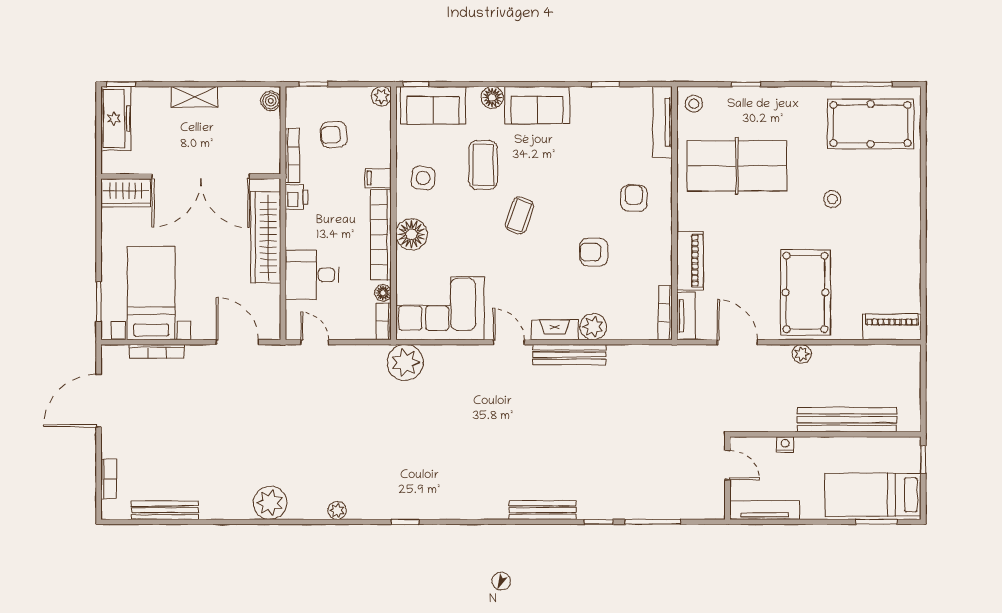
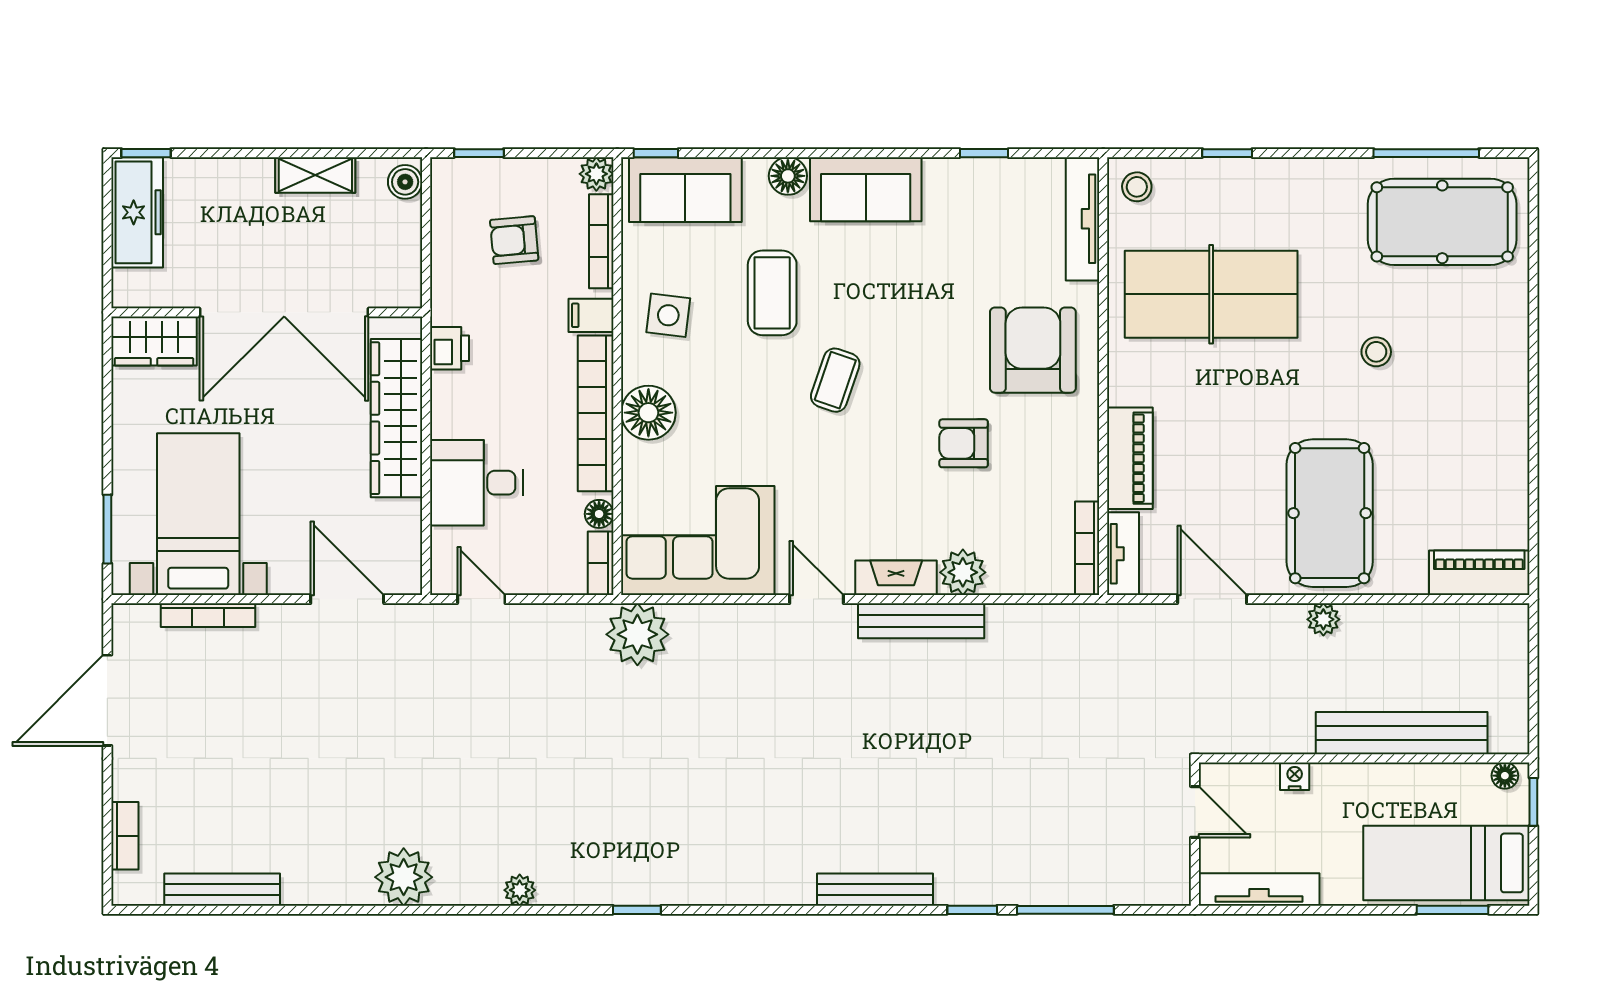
shelving: (194, 97) -> (315, 175), moved
bookcase: (292, 156) -> (601, 241), moved, turned 180
armchair: (634, 198) -> (1033, 350), width x1.88, depth x1.88
floor lamp: (907, 444) -> (1505, 776), added

